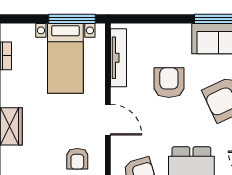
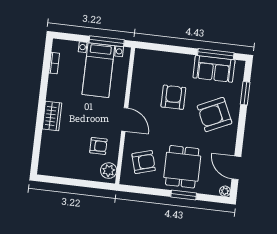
tv unit: (118, 58) -> (138, 74), removed
armchair: (77, 159) -> (98, 146), turned -90

